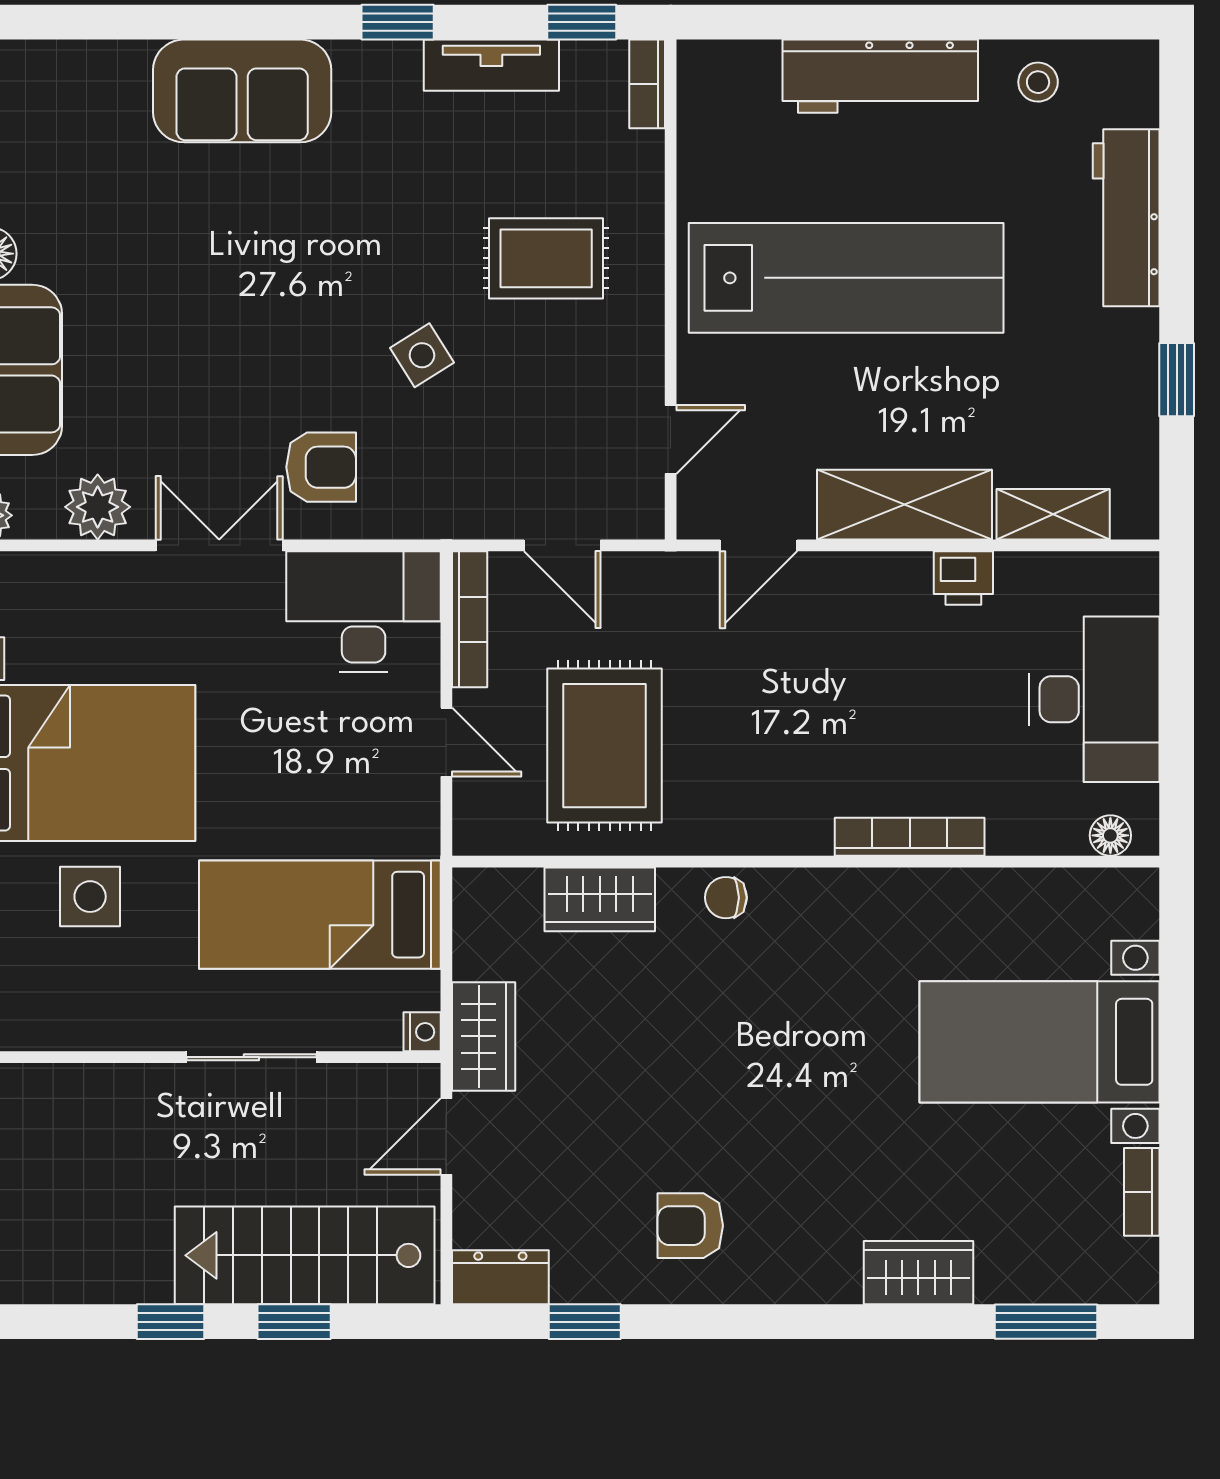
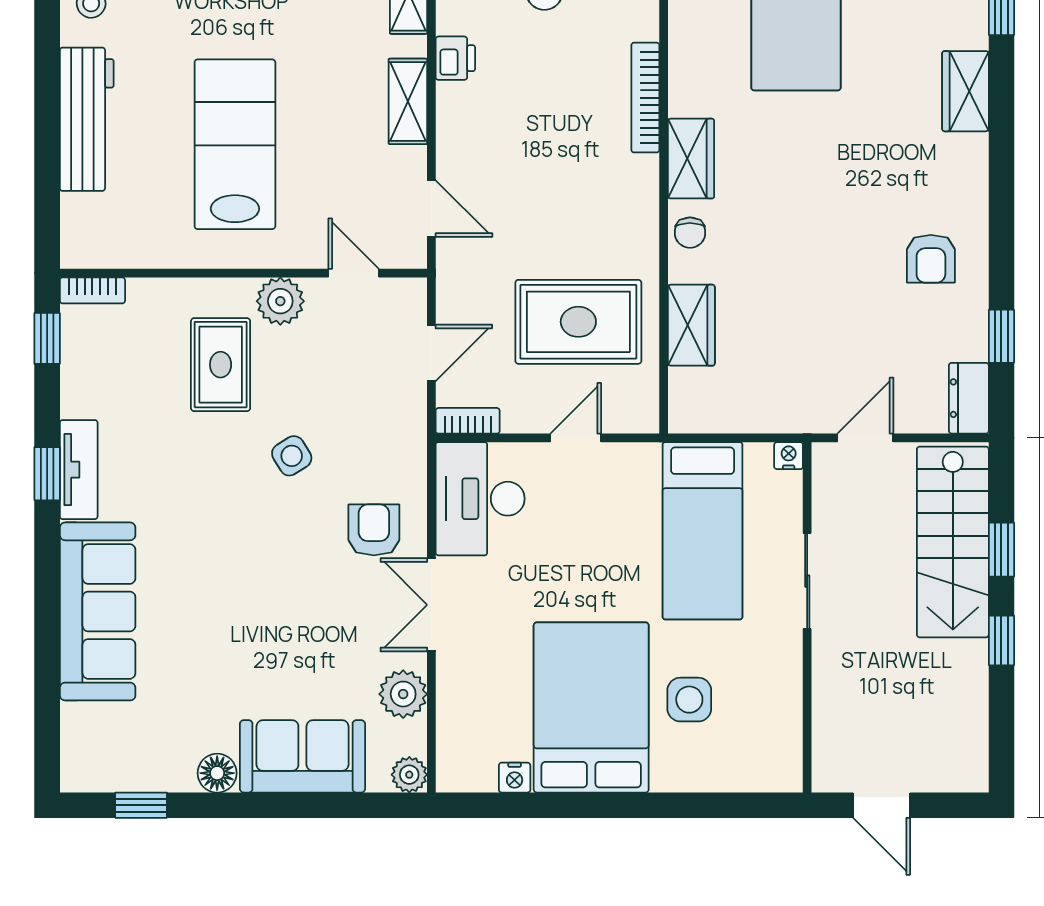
tv unit: (491, 65) -> (79, 470), moved
sofa: (242, 91) -> (98, 611), width x1.36
lab bench: (846, 278) -> (235, 144), width x0.73
plant: (633, 340) -> (280, 301), added
shelving: (904, 505) -> (408, 101), width x0.67, depth x0.75
bookcase: (470, 619) -> (468, 421), width x0.64
wardrobe: (484, 1036) -> (691, 159), moved, turned 90
door: (446, 1137) -> (865, 438), swing flipped

